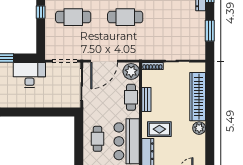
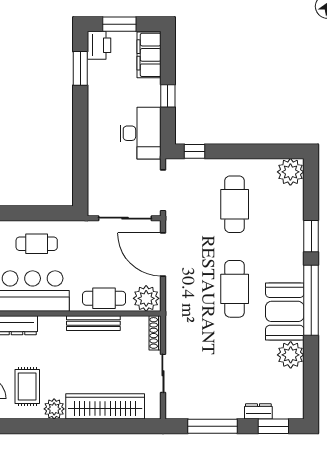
window: (41, 12) -> (195, 151), moved
window: (210, 31) -> (212, 426), width x1.44
bench: (146, 99) -> (93, 323), width x1.36
rug: (159, 129) -> (27, 387), moved

